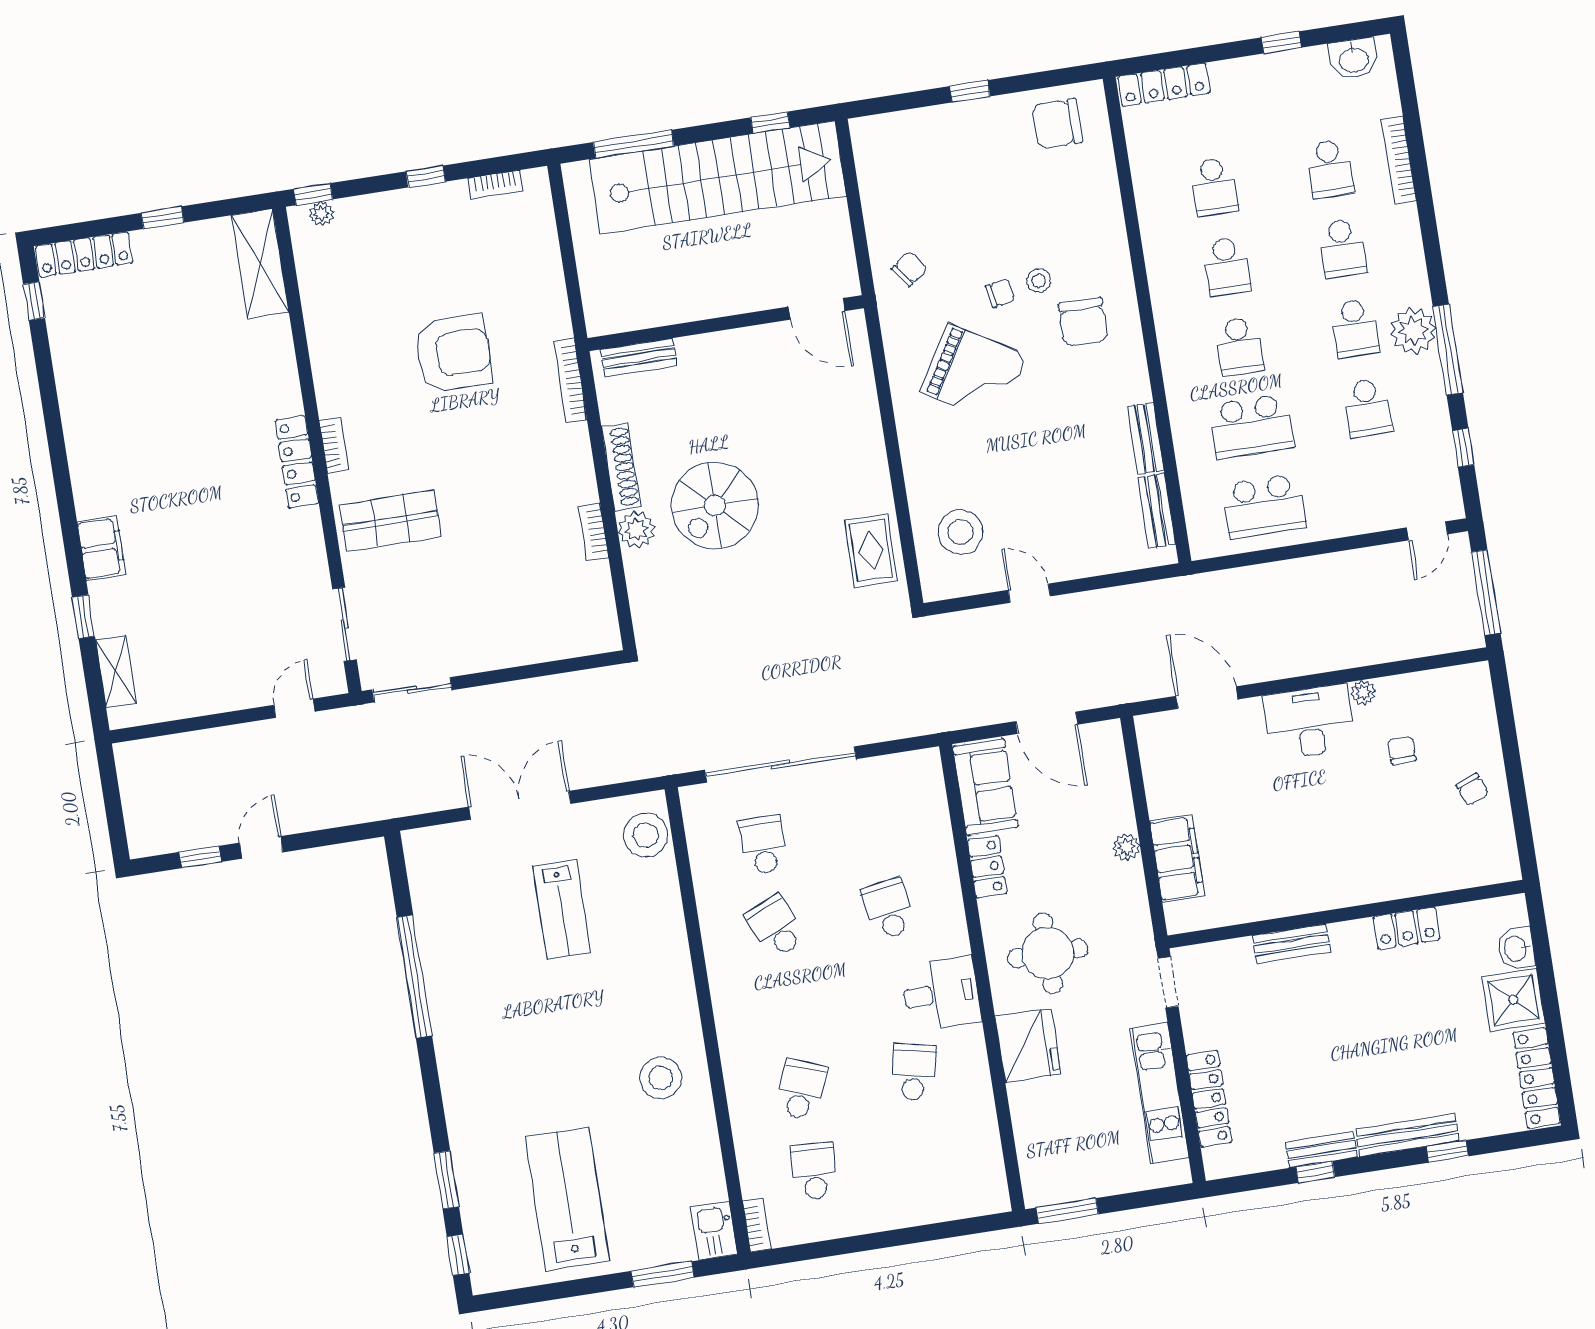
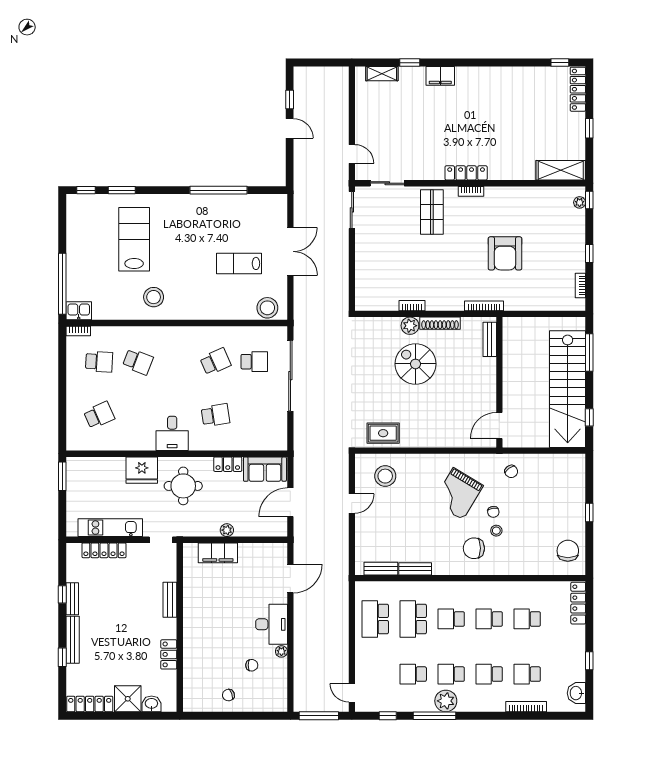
school desk: (914, 1072) -> (99, 415), moved, turned -36
lab bench: (567, 1199) -> (134, 239), moved, turned -90
window: (663, 1274) -> (62, 284), width x2.11

